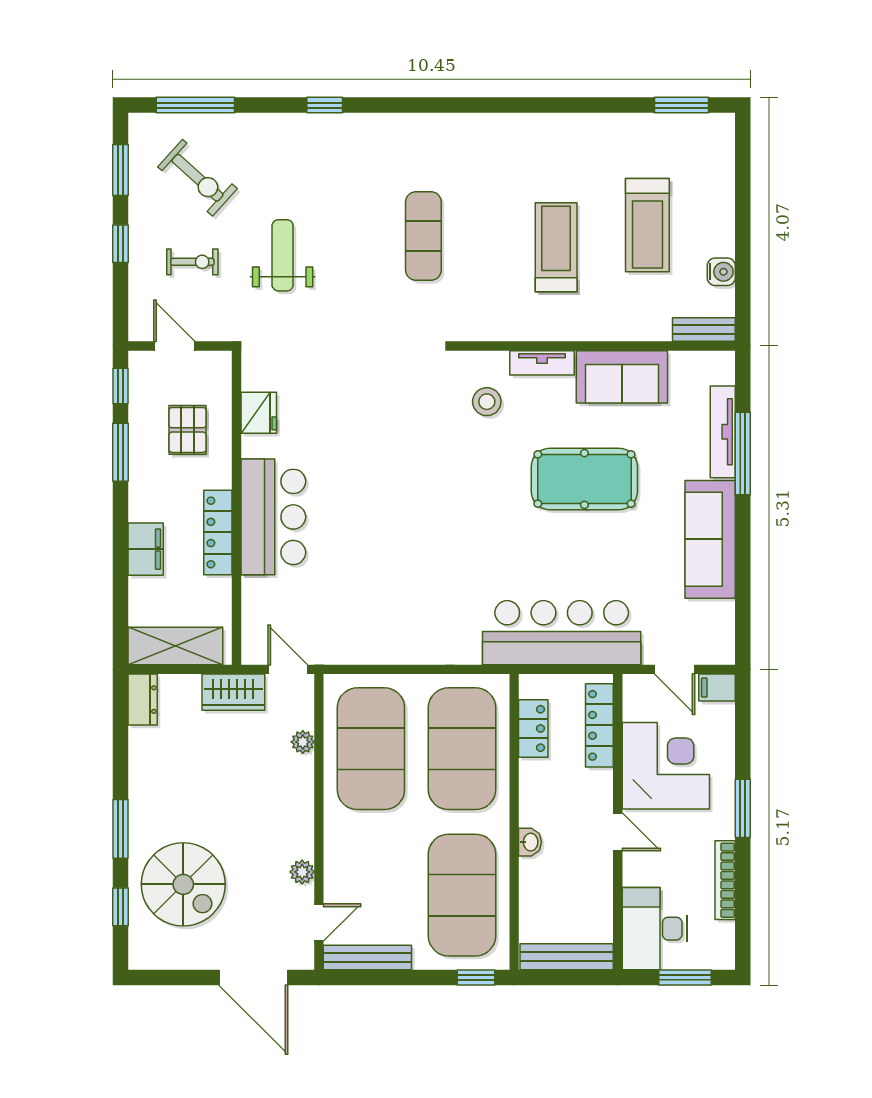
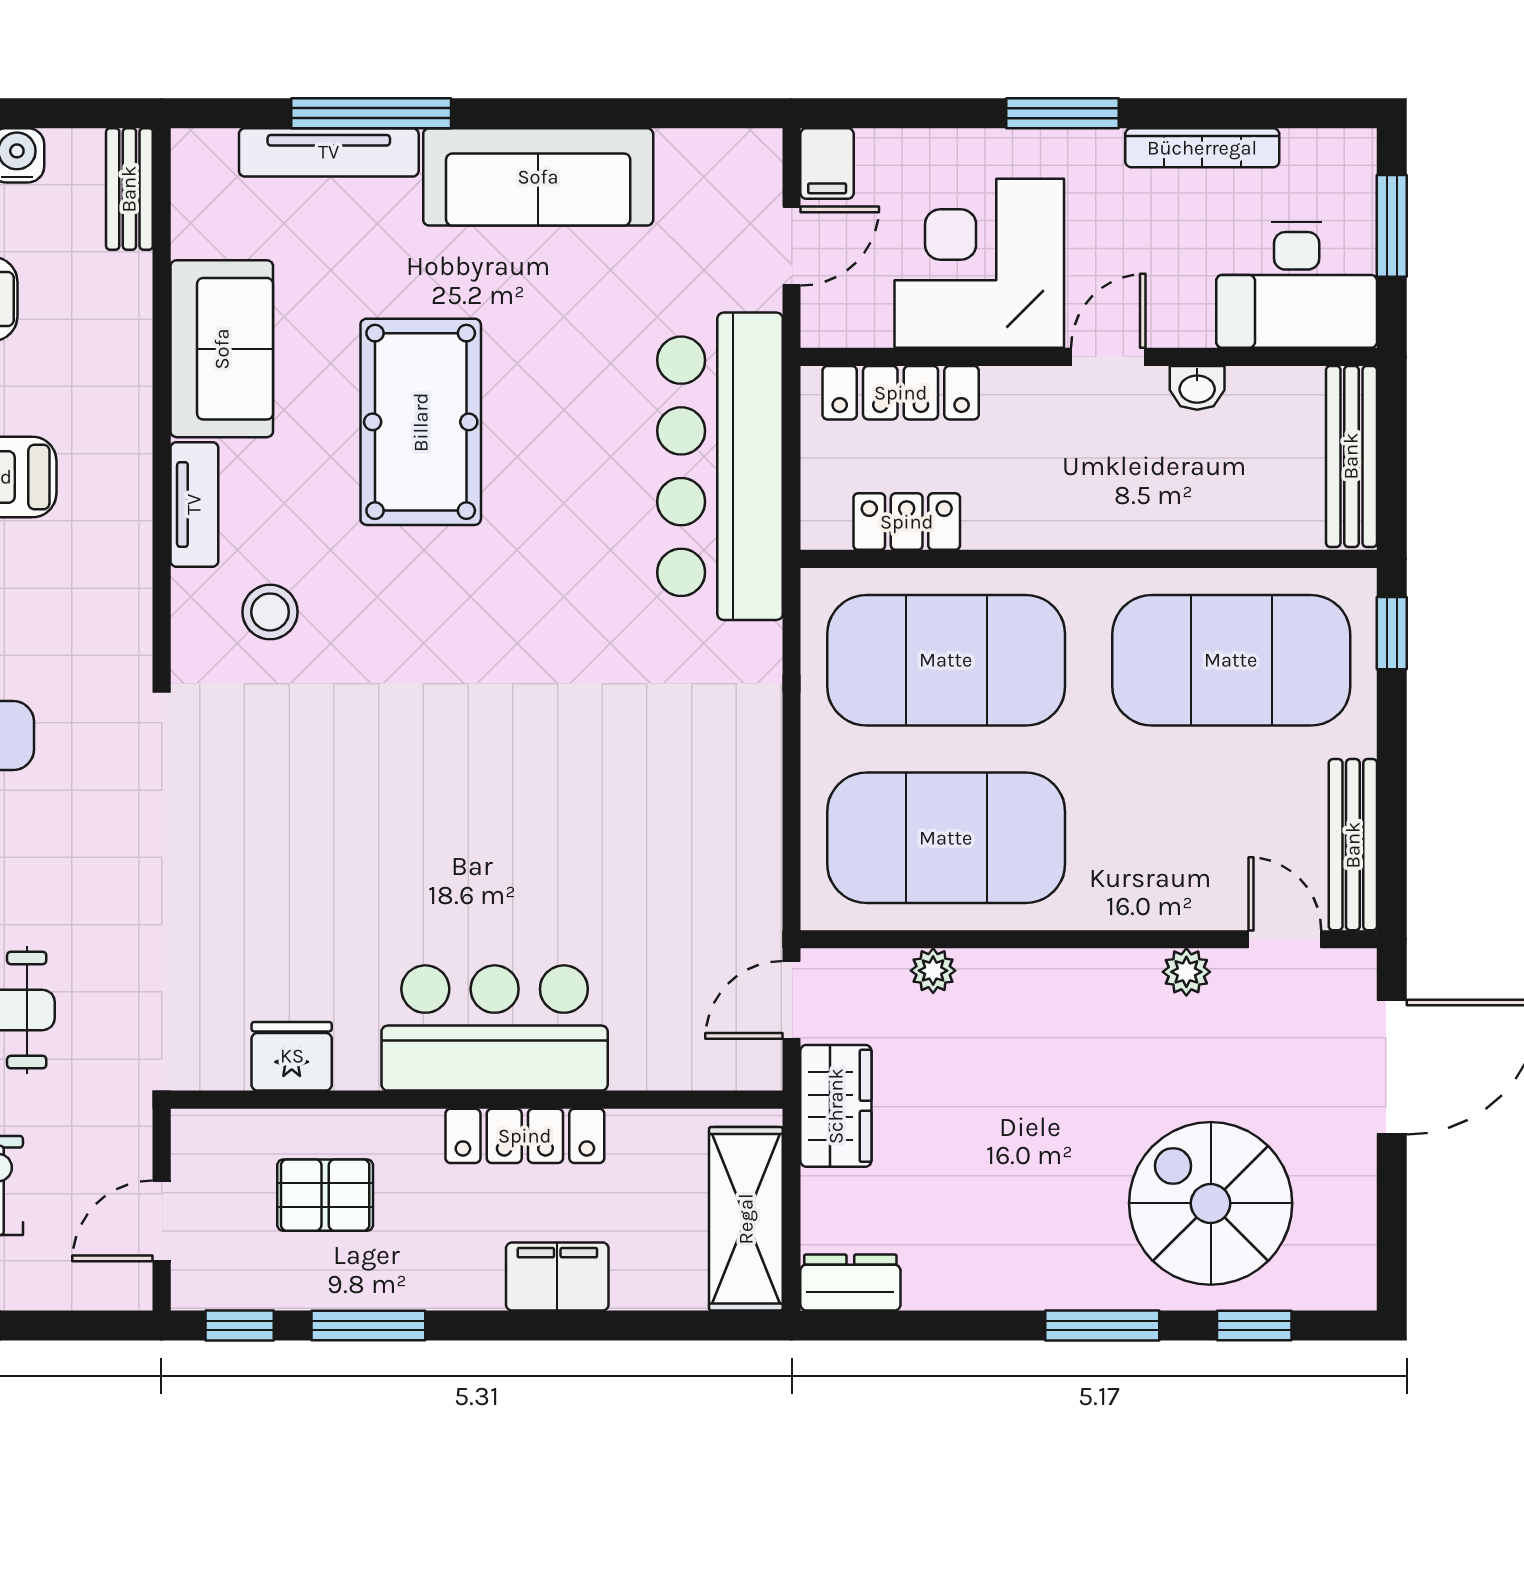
washbasin: (530, 842) -> (1197, 388), moved, turned 180
spiral stairs: (183, 884) -> (1211, 1203), turned -90

